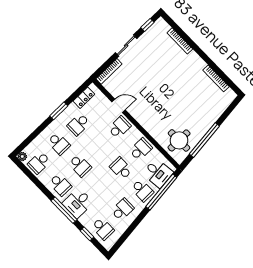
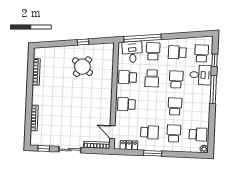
door: (119, 106) -> (112, 132), moved
round table: (179, 140) -> (82, 67), moved, turned 38
window: (204, 140) -> (83, 42), width x0.32
school desk: (60, 185) -> (176, 79), moved
desk: (78, 203) -> (201, 75), moved

